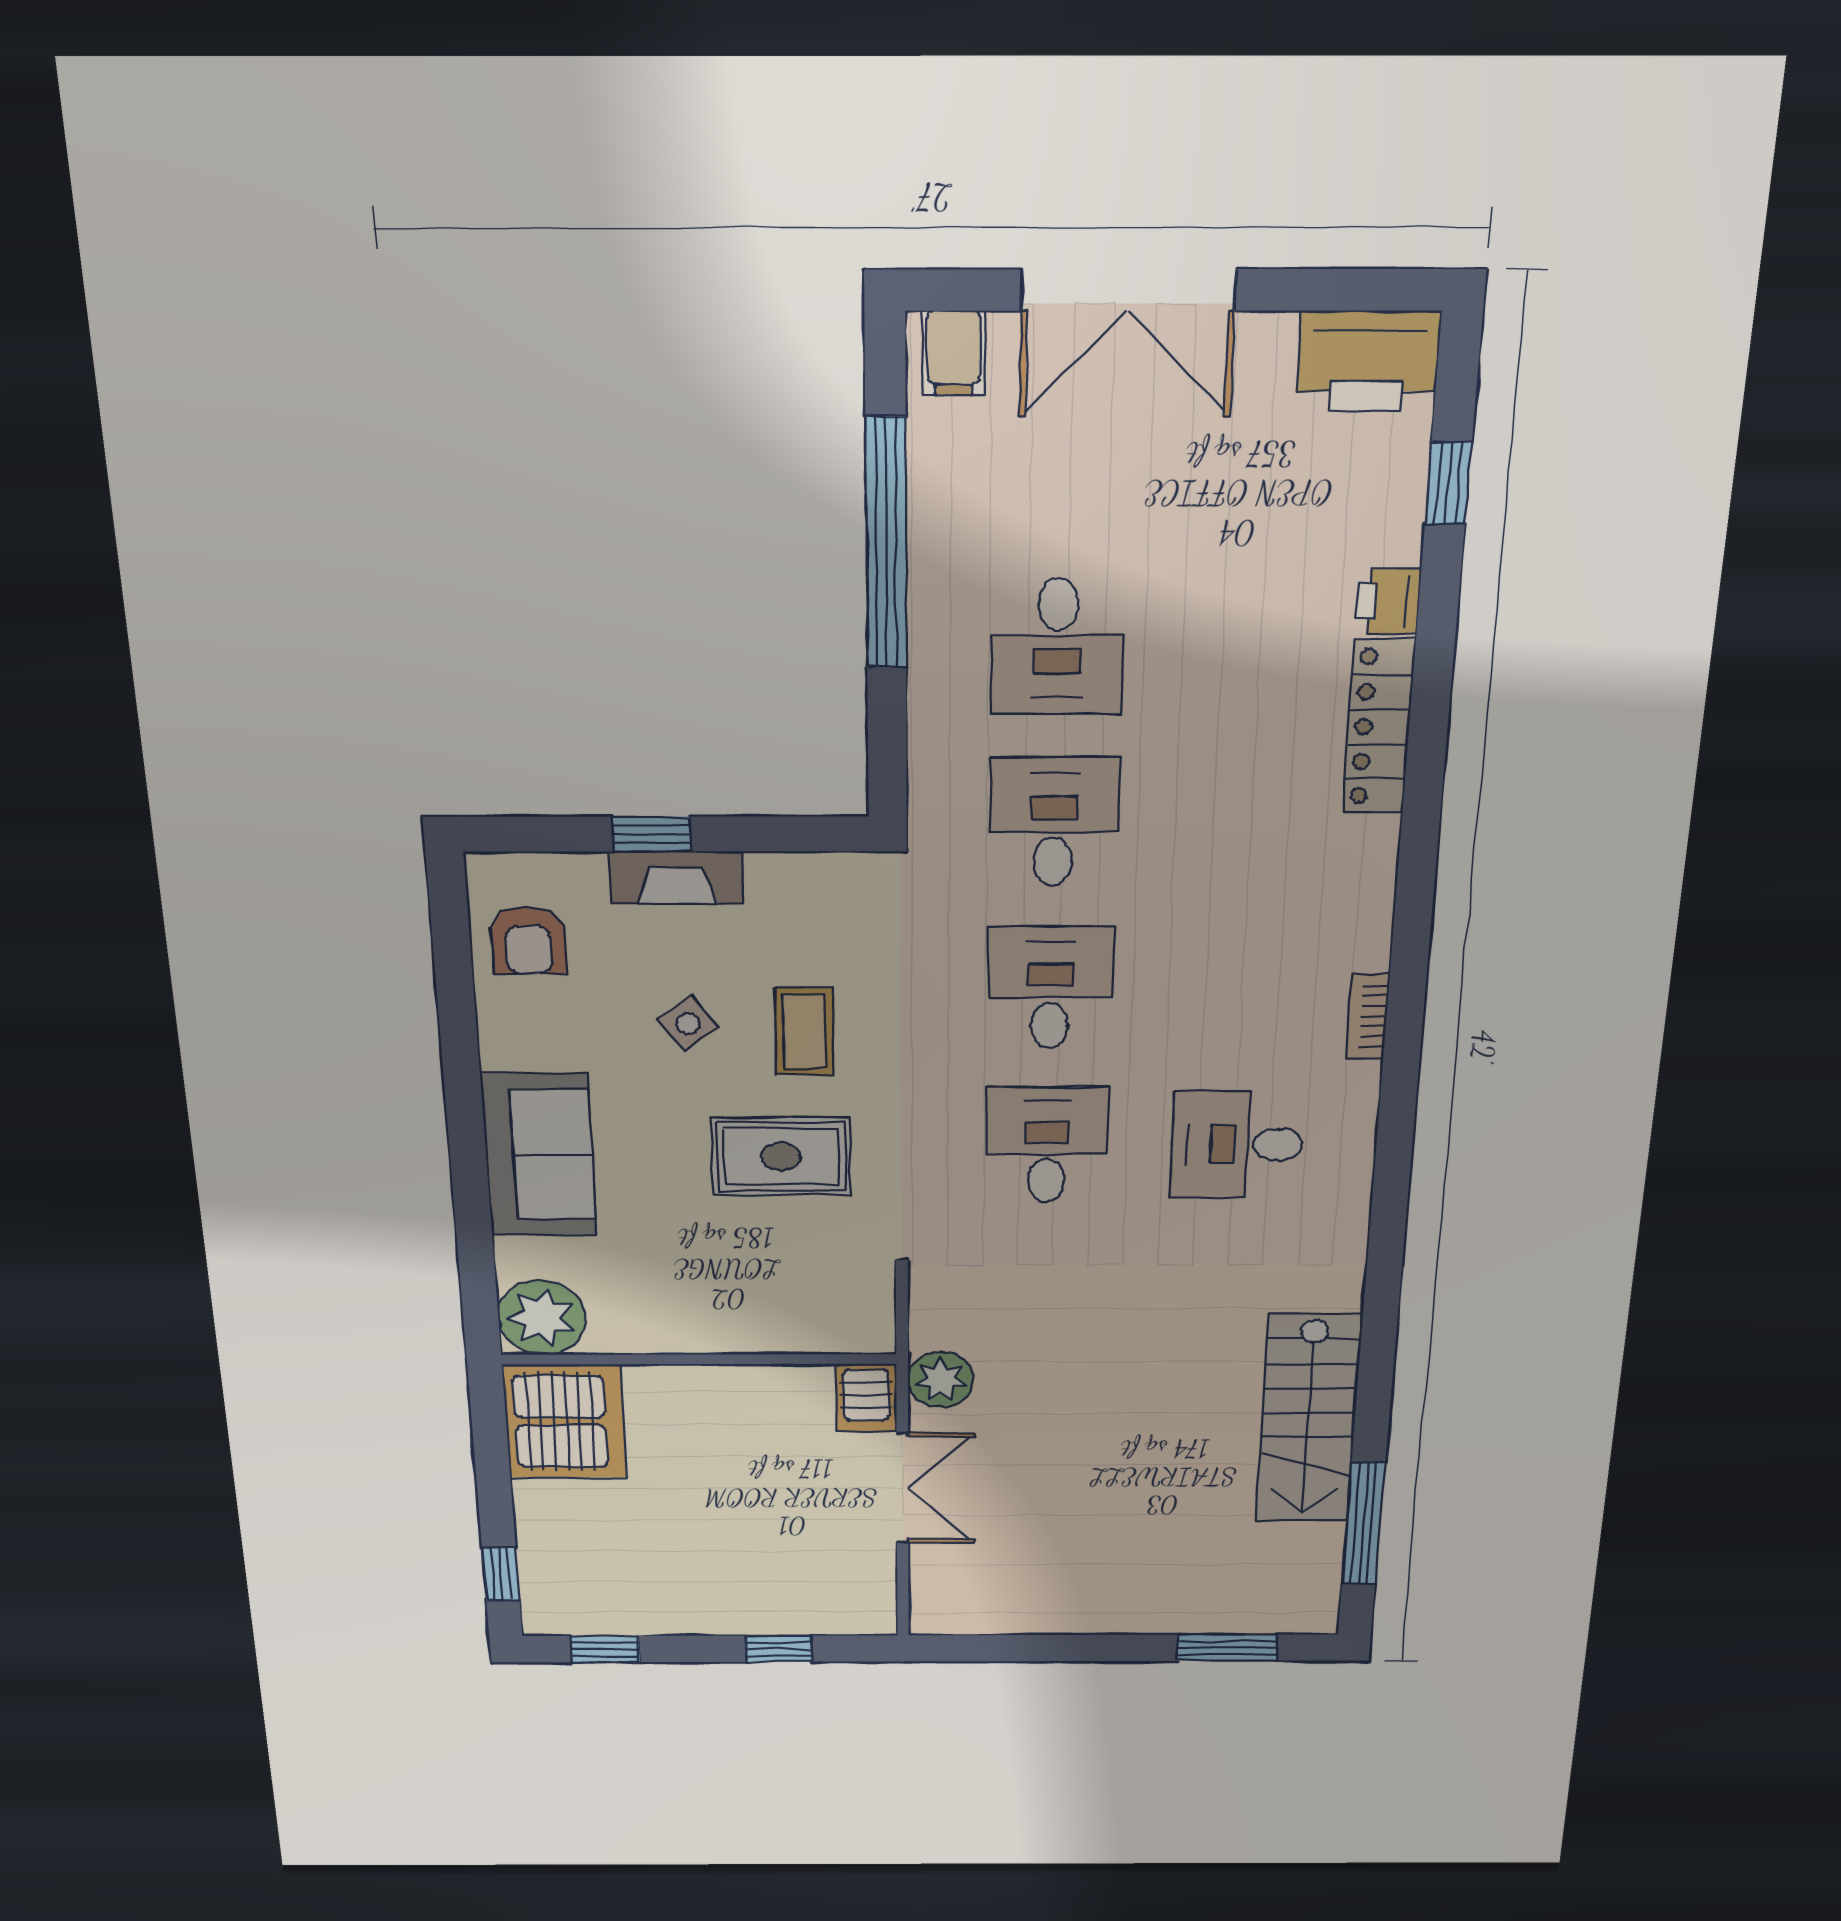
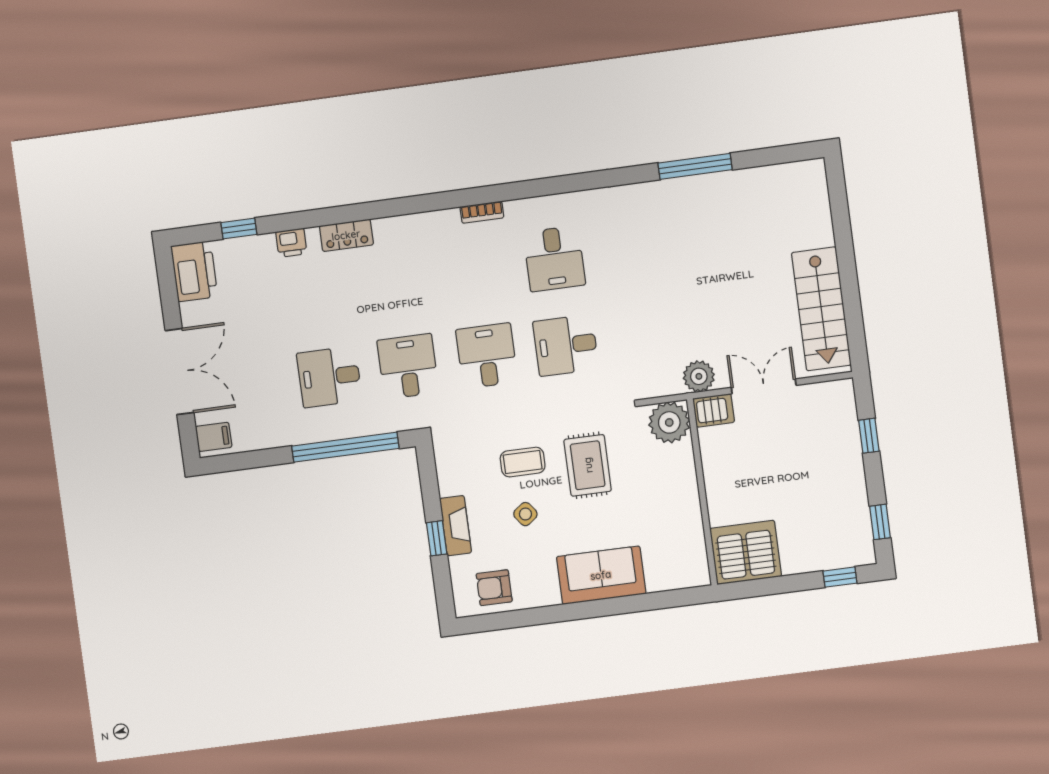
window: (886, 544) -> (345, 447), moved
desk: (1058, 646) -> (329, 377), turned 180
locker: (1379, 727) -> (346, 235), width x0.66
desk: (1054, 822) -> (408, 366), turned 90
armchair: (528, 941) -> (494, 588), turned 180
desk: (1050, 988) -> (487, 356), turned 90
plant: (542, 1318) -> (669, 422), moved
stairs: (1308, 1419) -> (821, 309), moved, turned 90
window: (1363, 1524) -> (695, 166), moved
window: (1227, 1648) -> (840, 211), removed

